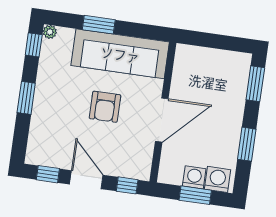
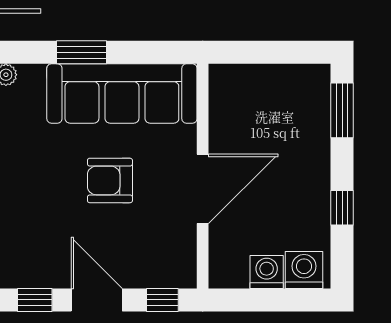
armchair: (105, 107) -> (110, 180), turned 90
window: (247, 144) -> (342, 208), width x0.67
window: (195, 195) -> (272, 300), removed

